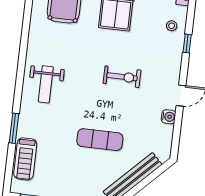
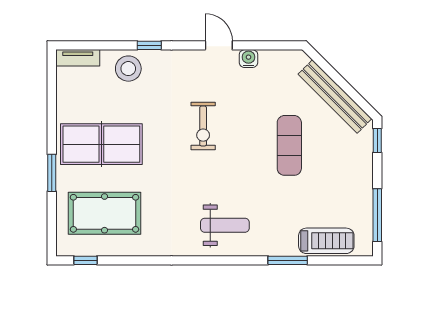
stool: (172, 26) -> (128, 69), width x1.89, depth x1.89
exercise bike: (122, 77) -> (203, 126), turned 180

